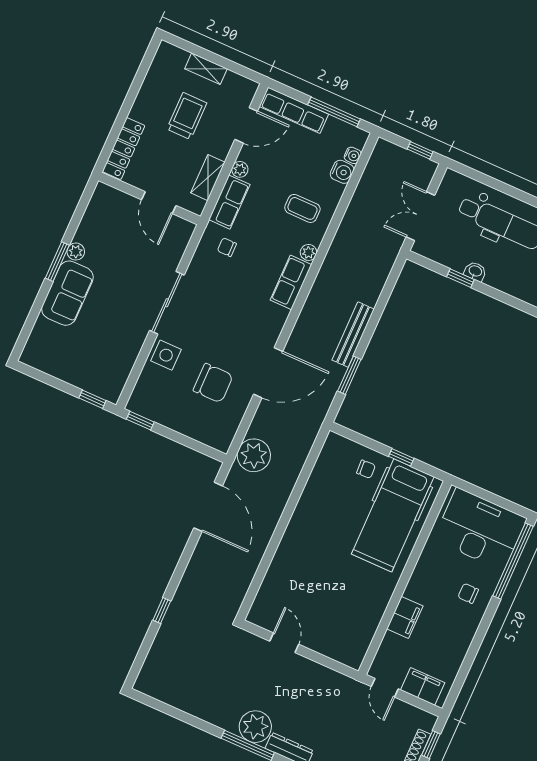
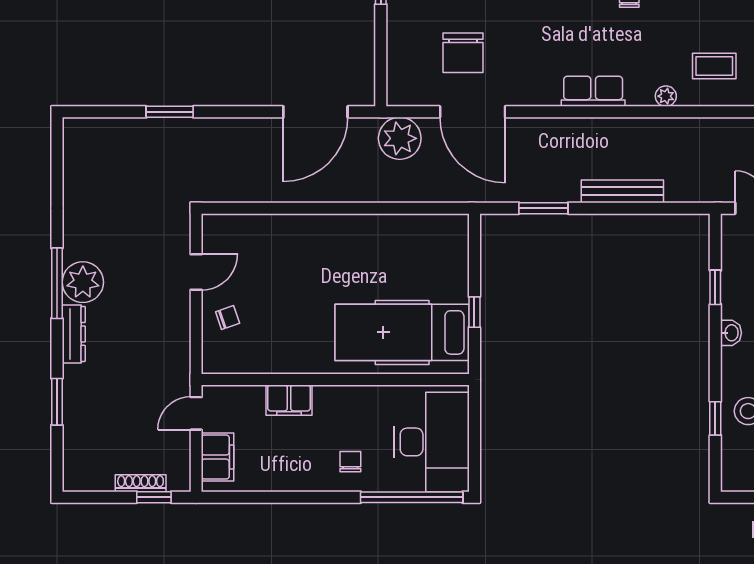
coffee table: (302, 208) -> (714, 66), turned 90
washbasin: (475, 271) -> (731, 333), moved
row of seats: (291, 282) -> (593, 91), moved
bench: (353, 335) -> (622, 191), moved
door: (268, 373) -> (473, 112), moved
chair: (366, 469) -> (228, 317), moved, turned -106
window: (162, 611) -> (170, 112), width x1.50

